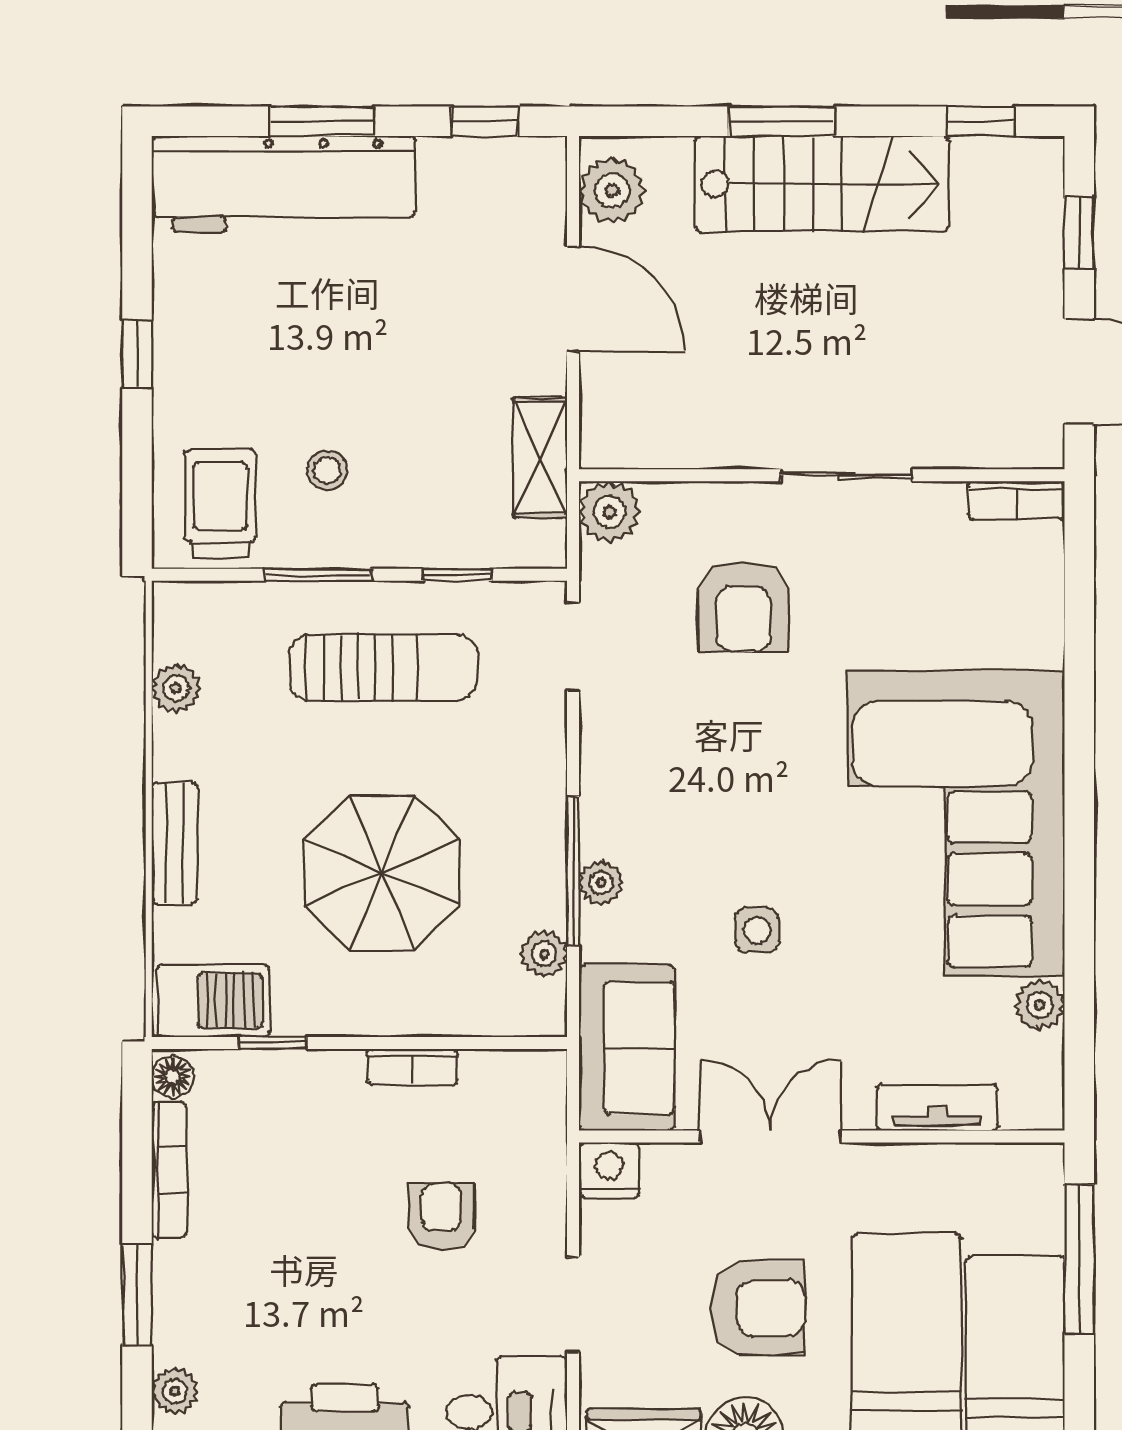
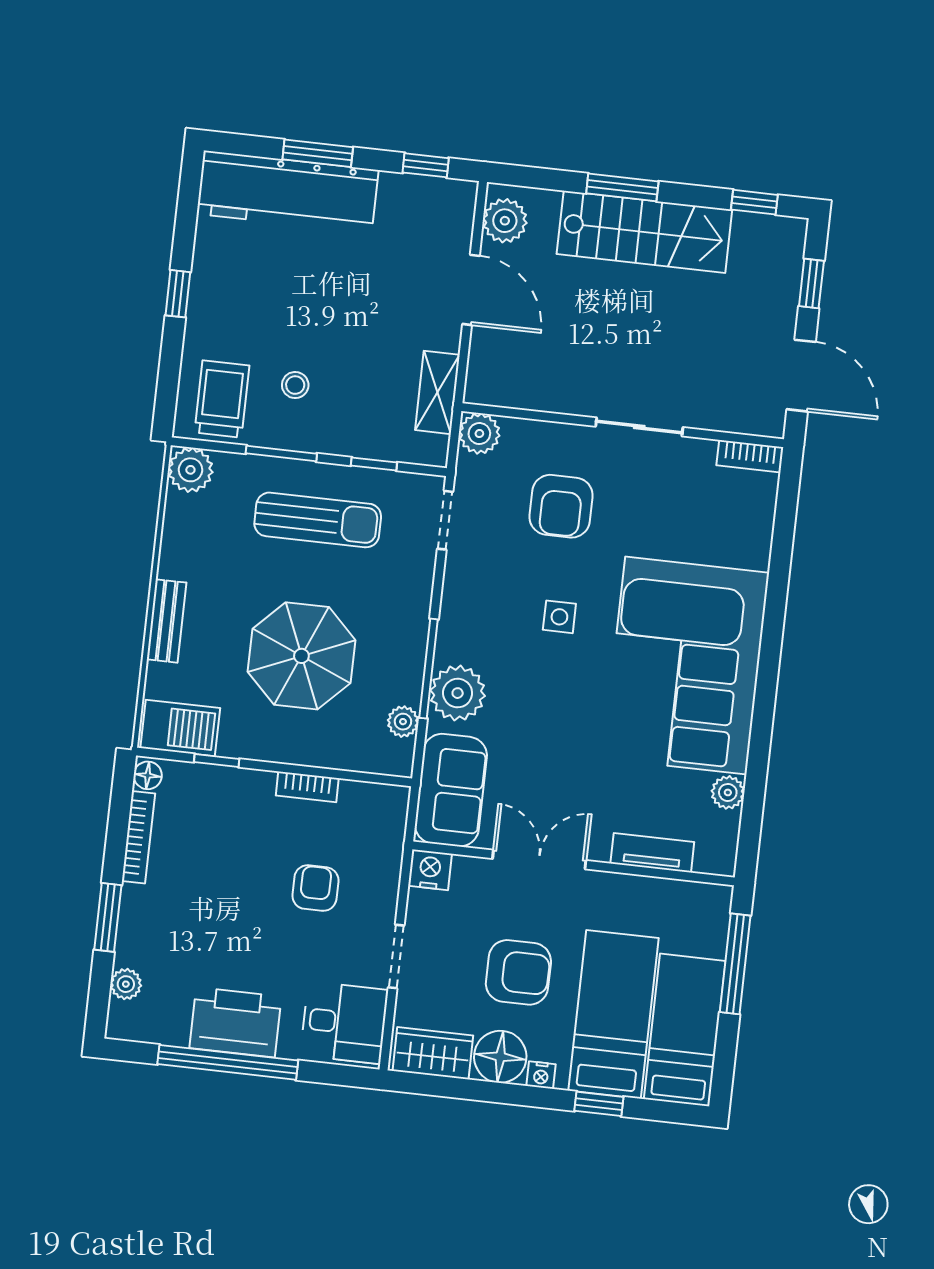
plant: (176, 688) -> (190, 470), moved, width x1.38, depth x1.38
plant: (601, 883) -> (458, 693), width x1.88, depth x1.88
side table: (757, 930) -> (559, 617), moved

